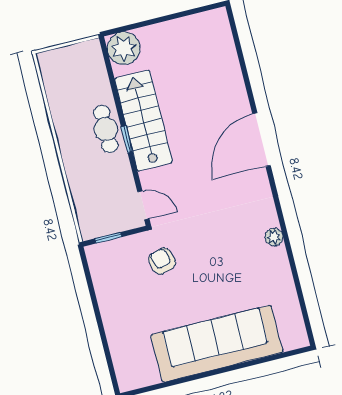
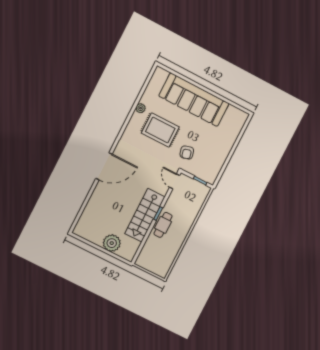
plant: (124, 48) -> (112, 243), moved
plant: (274, 237) -> (141, 108), moved
rug: (227, 260) -> (160, 130), added

